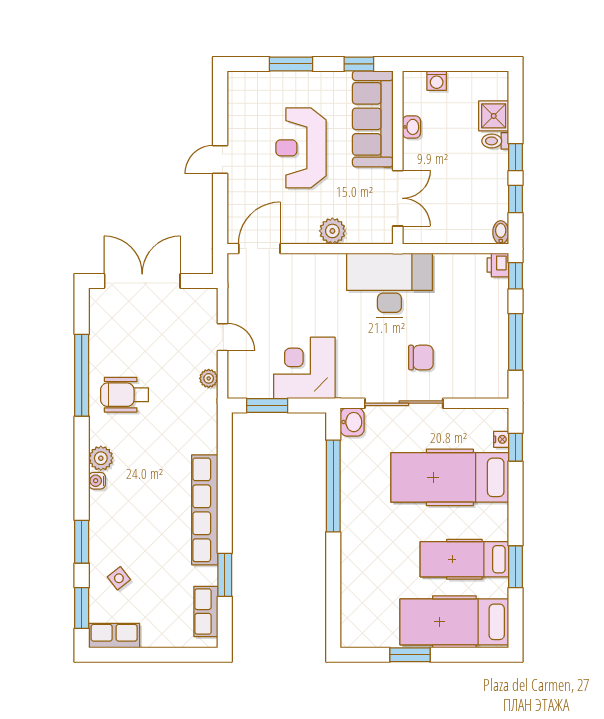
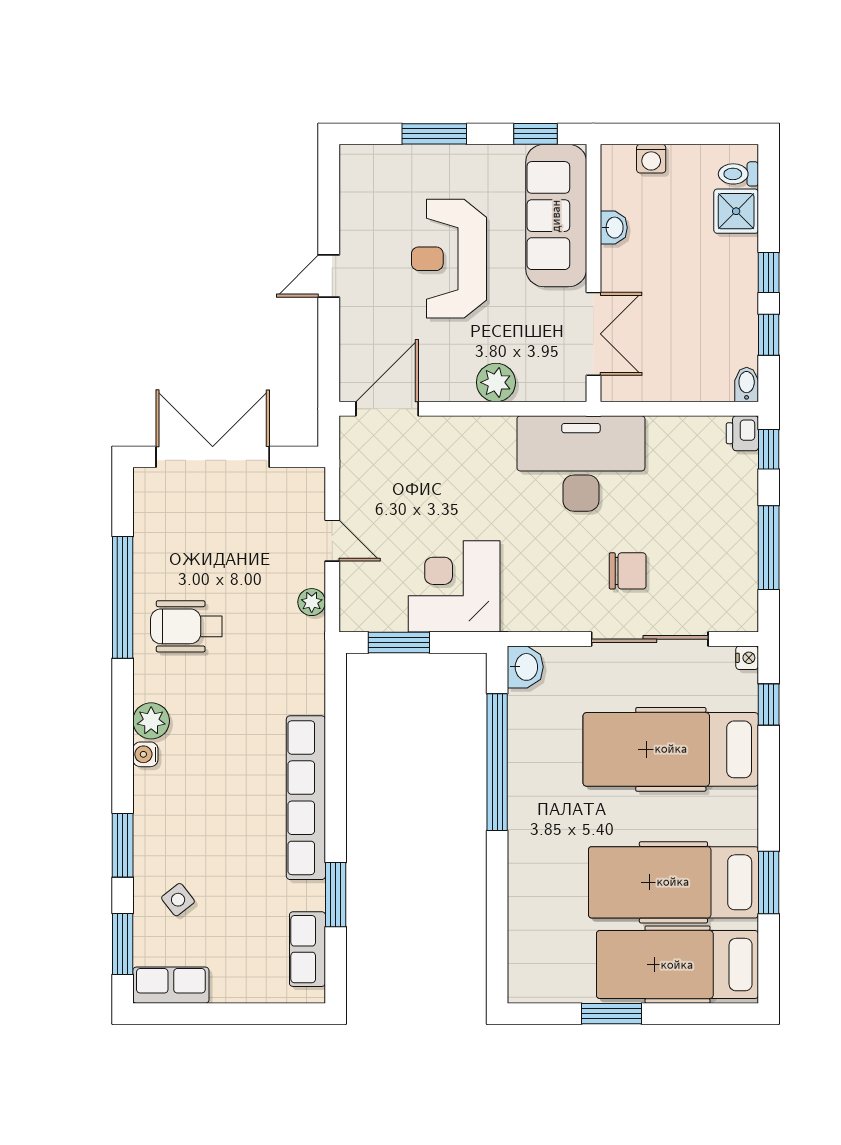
toilet: (495, 141) -> (738, 174), moved
sliding door: (404, 403) -> (650, 639), moved
nightstand: (501, 439) -> (747, 658), moved
hospital bed: (464, 559) -> (673, 882), width x1.37, depth x1.29

